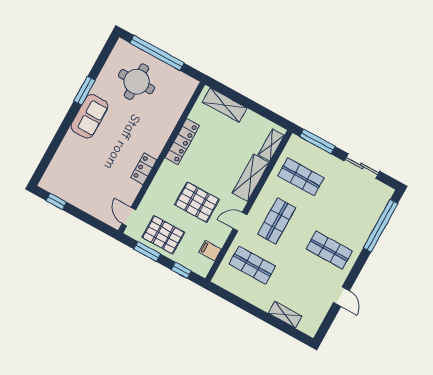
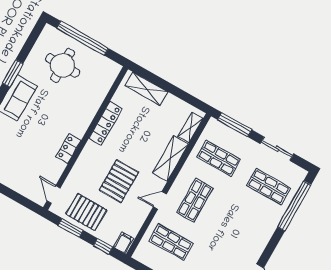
pallet: (197, 202) -> (119, 181), turned 90
shop shelf: (329, 250) -> (269, 187), moved
filing cabinet: (210, 251) -> (123, 243), moved, turned 90

